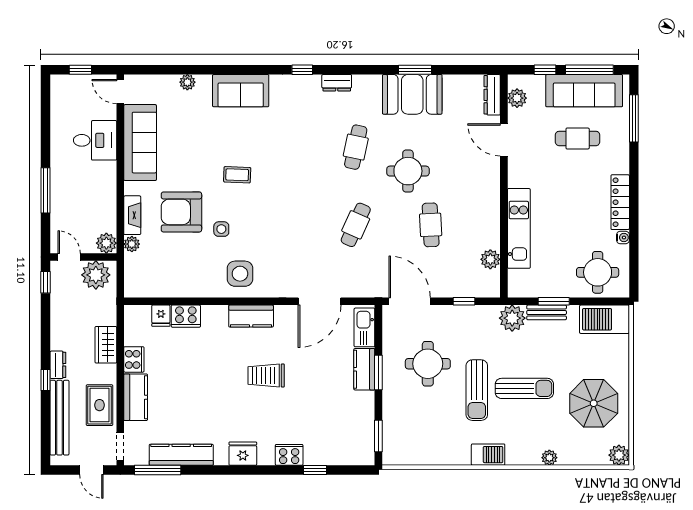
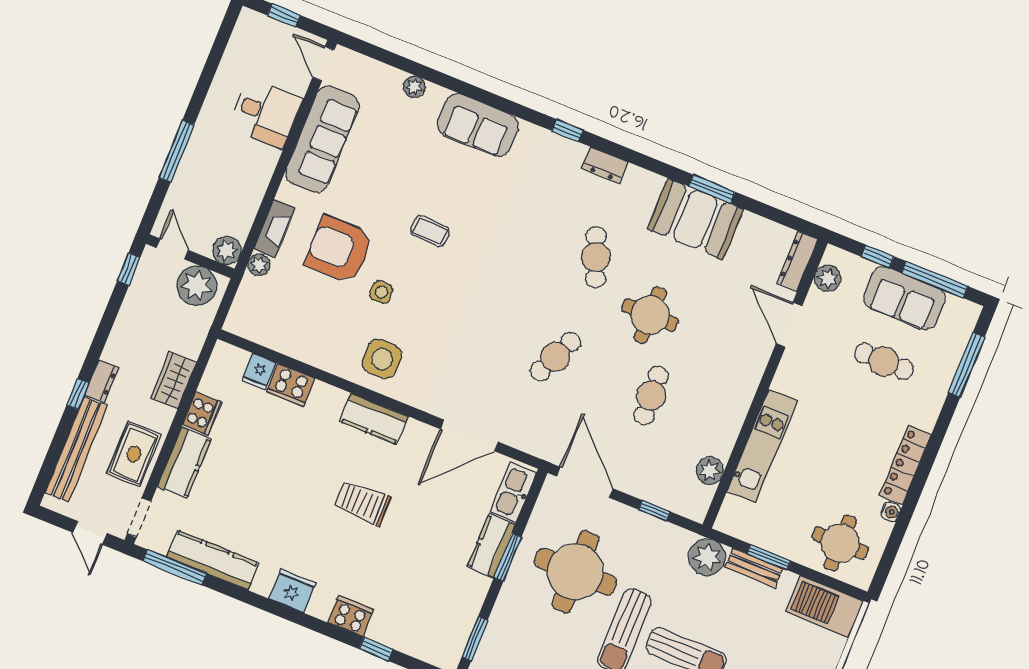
sofa: (584, 91) -> (904, 298), width x0.73
cafe table: (356, 147) -> (596, 257), turned -33
round table: (428, 364) -> (575, 572), width x1.36, depth x1.36

